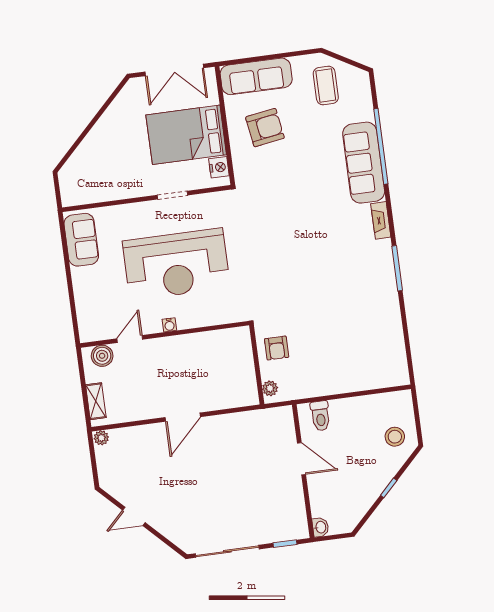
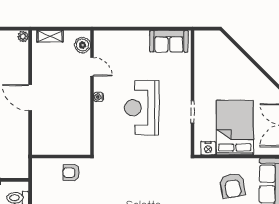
reception desk: (176, 264) -> (142, 108), width x0.74, depth x0.77
plant: (270, 388) -> (43, 164), removed

